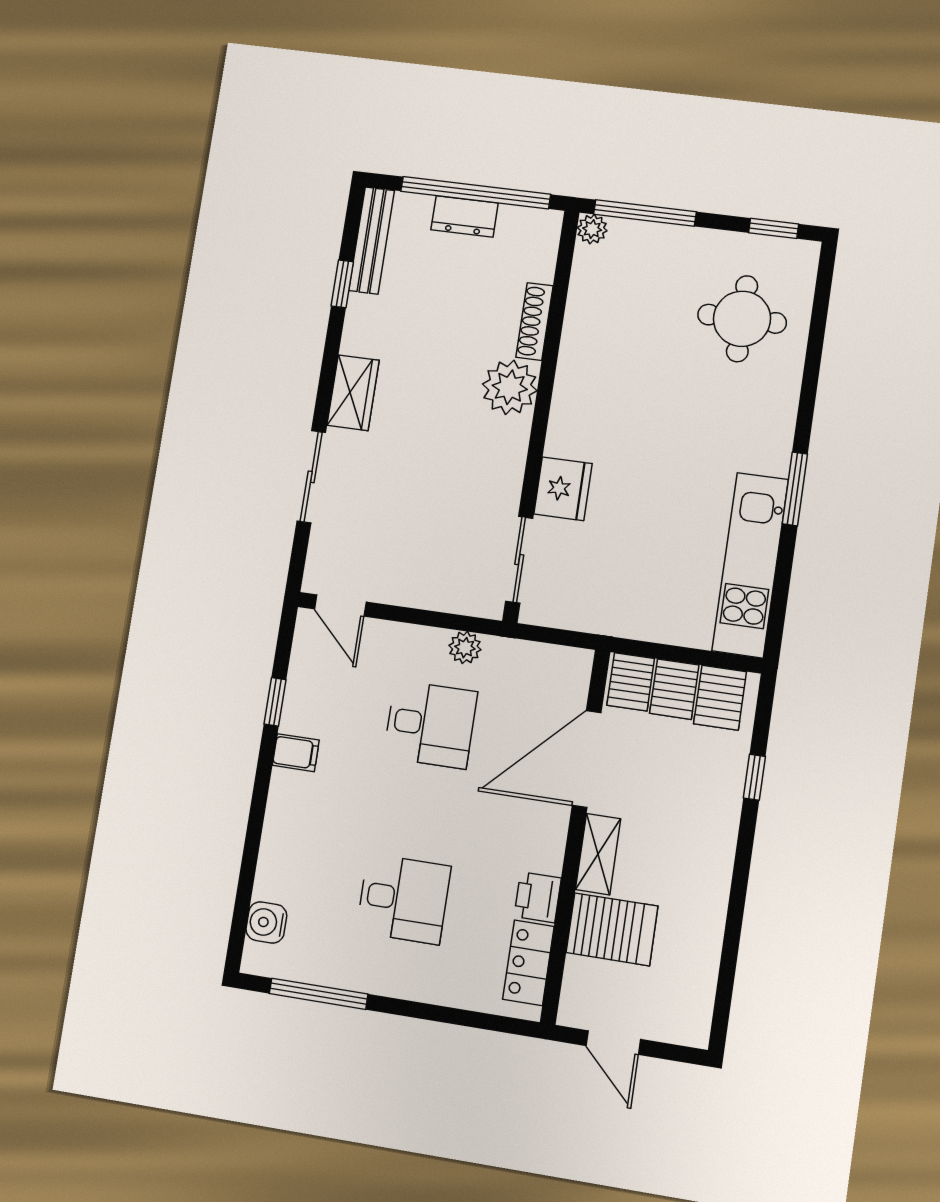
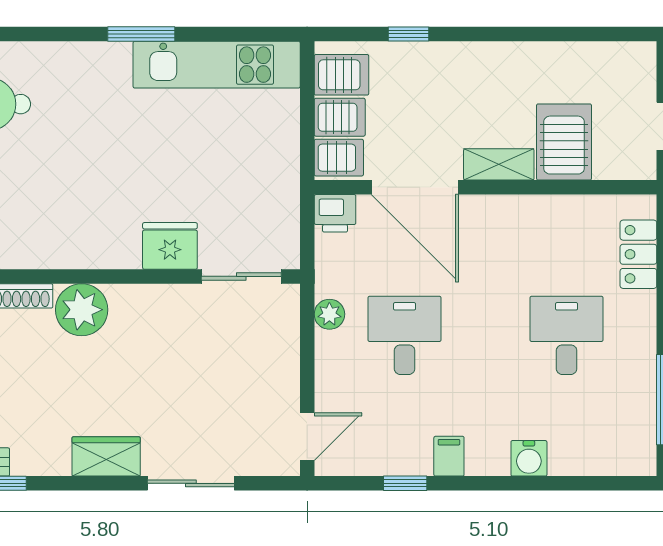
printer: (538, 897) -> (335, 213), moved
water cooler: (266, 922) -> (529, 458), moved
locker: (528, 963) -> (638, 254), moved, turned 90

